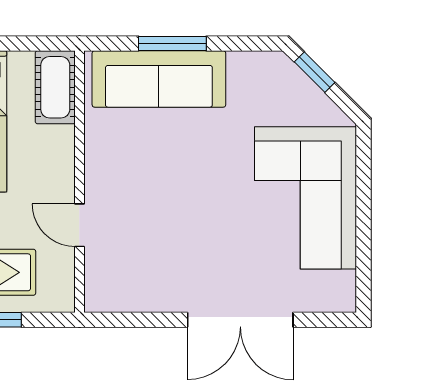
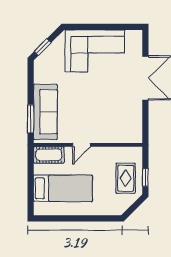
window: (172, 43) -> (31, 119), moved
door: (79, 225) -> (82, 145), moved

